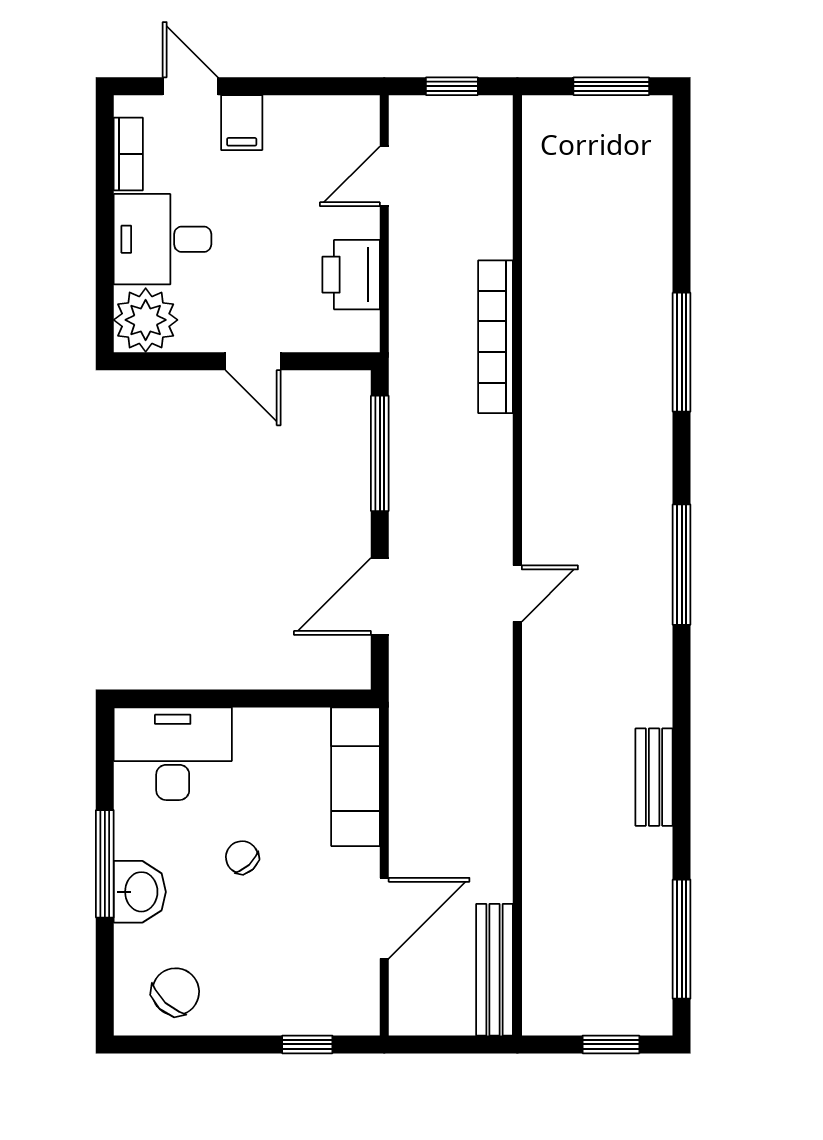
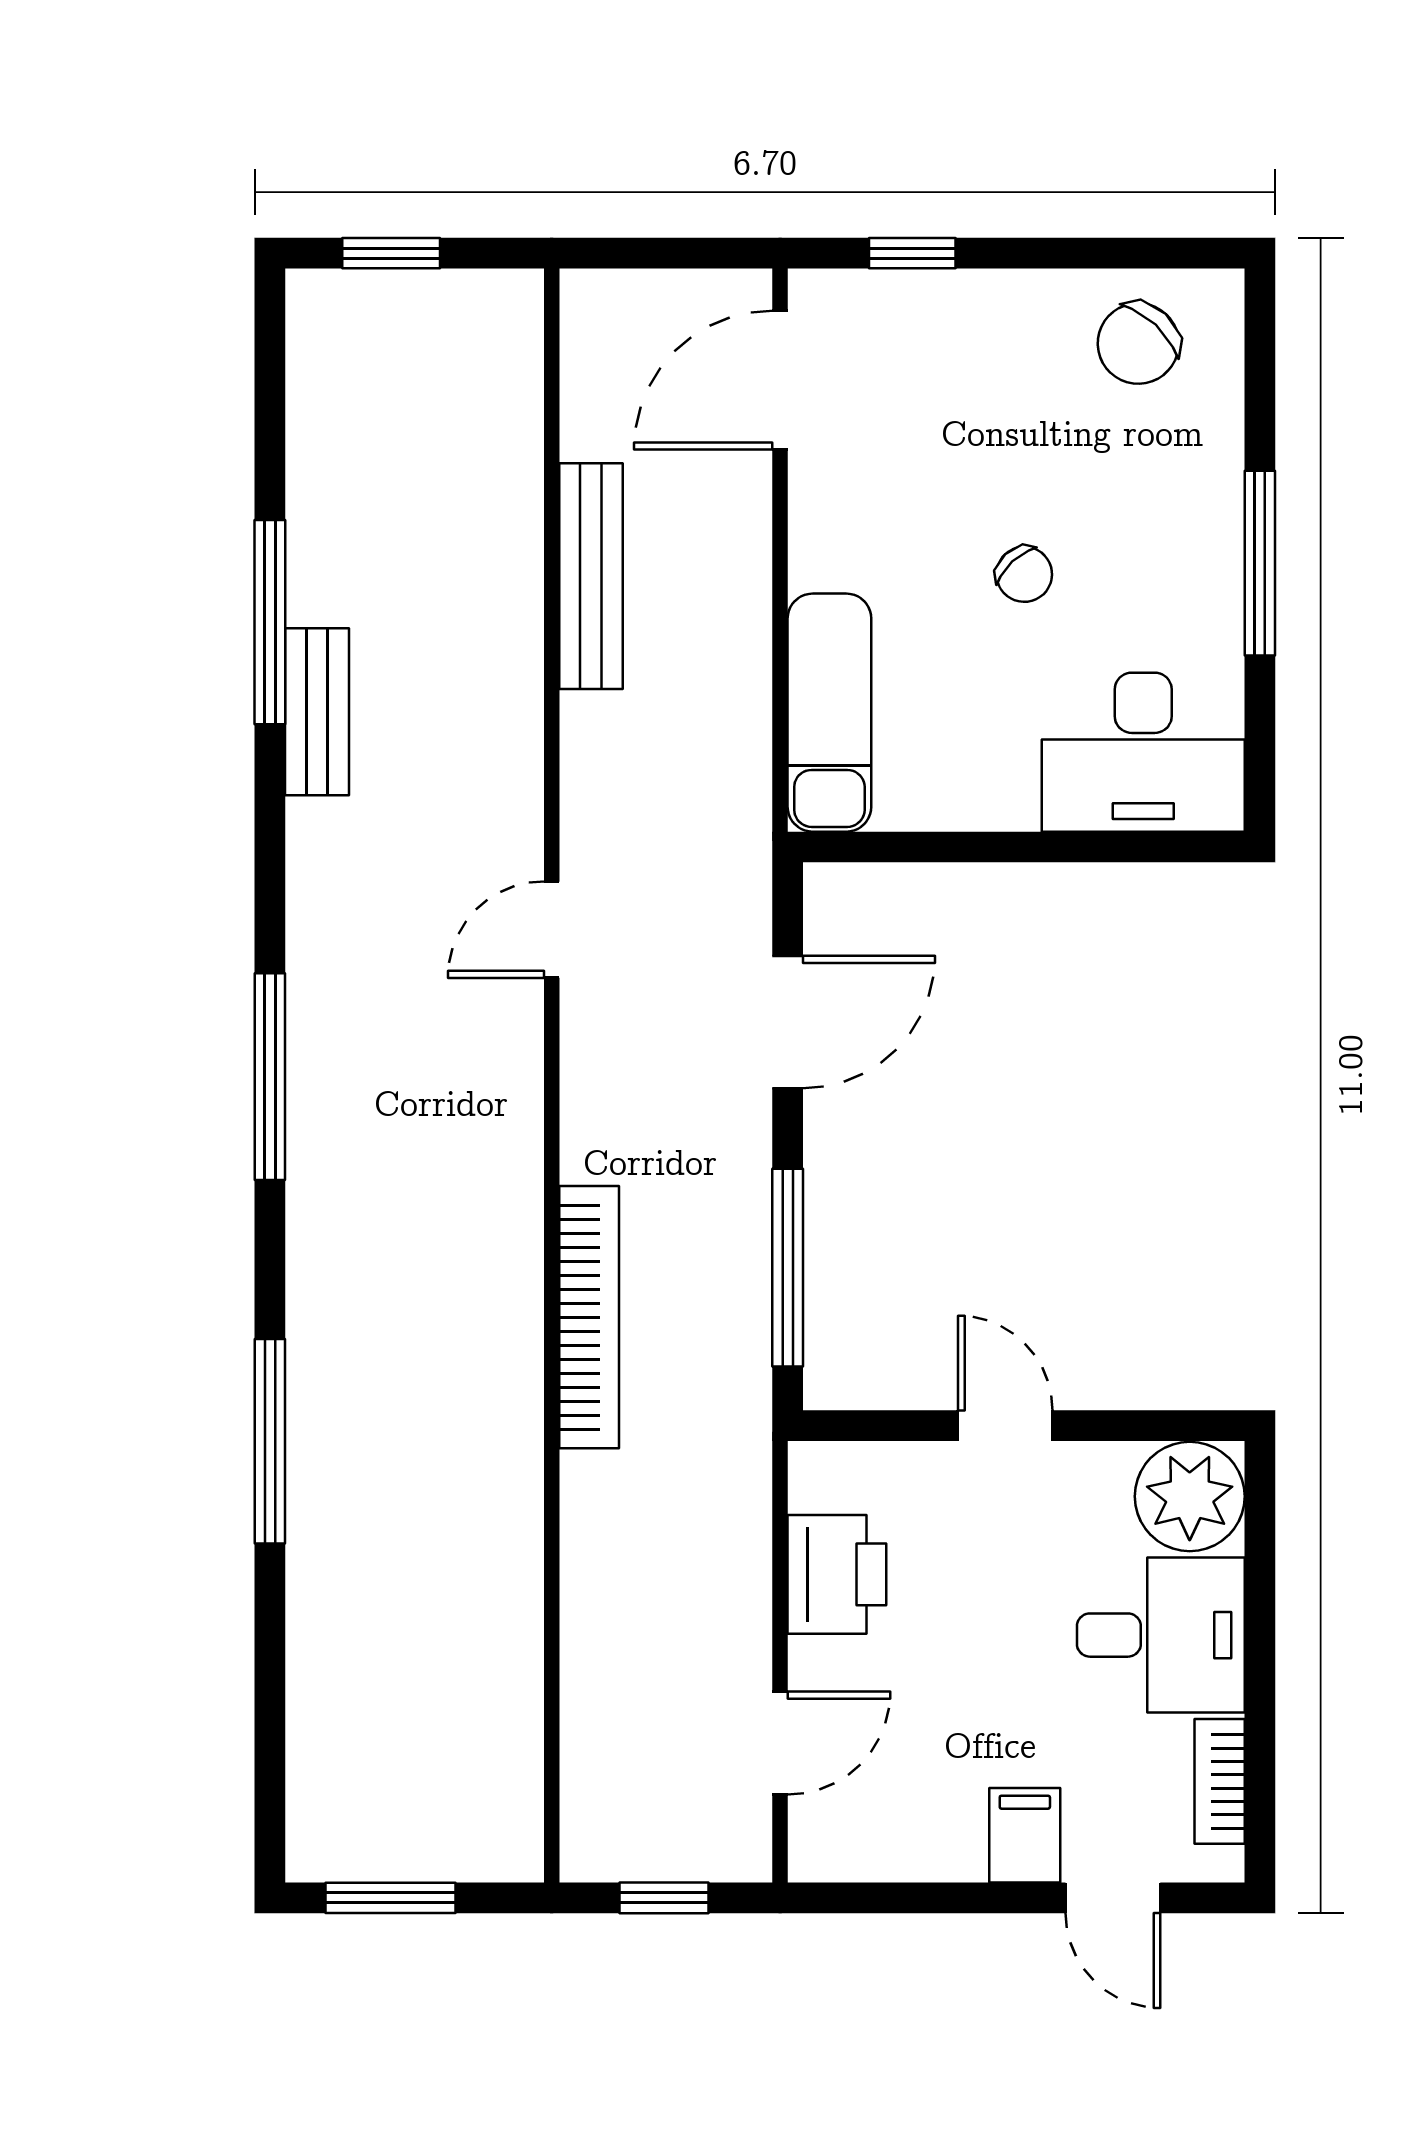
bookcase: (496, 337) -> (589, 1317), moved
door: (517, 594) -> (552, 930), moved
washbasin: (140, 892) -> (1200, 515), removed
door: (384, 918) -> (780, 380), moved
window: (682, 939) -> (270, 622), moved
bench: (494, 970) -> (591, 576), moved

